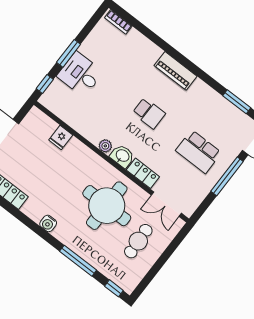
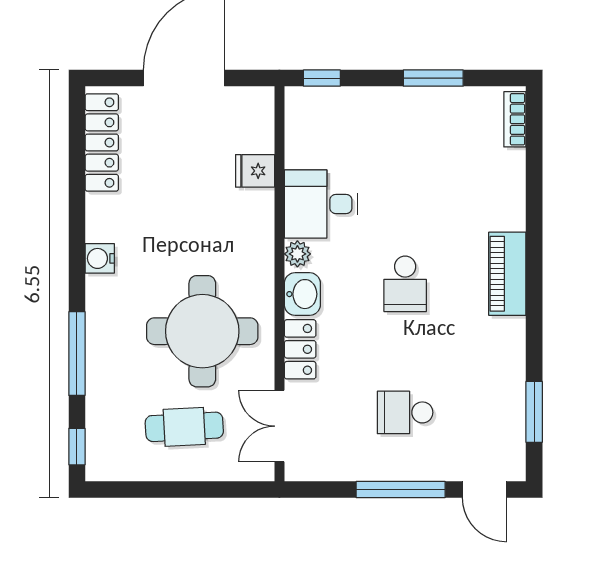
window: (69, 53) -> (433, 78), moved
desk: (80, 74) -> (321, 204), moved, turned -90
school desk: (199, 152) -> (405, 412), width x0.54

